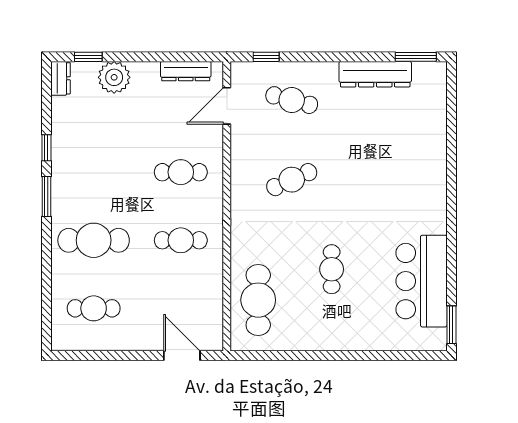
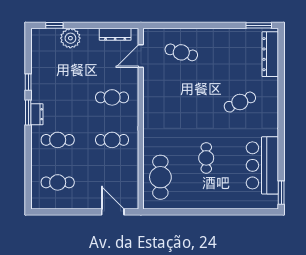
window: (266, 57) -> (165, 25), removed
dresser: (375, 74) -> (270, 54), moved, turned 90
dresser: (60, 78) -> (37, 114), moved
cafe table: (292, 180) -> (240, 102), moved
cafe table: (94, 240) -> (58, 140), width x0.73, depth x0.74

